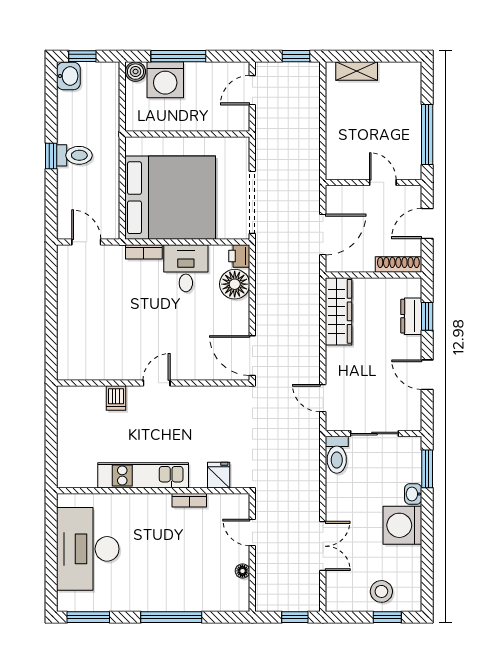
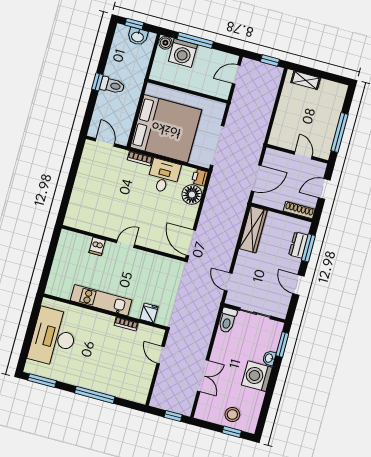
washbasin: (68, 76) -> (138, 37), moved, turned 90
window: (427, 316) -> (308, 248), width x1.50
floor lamp: (242, 571) -> (148, 378), removed

